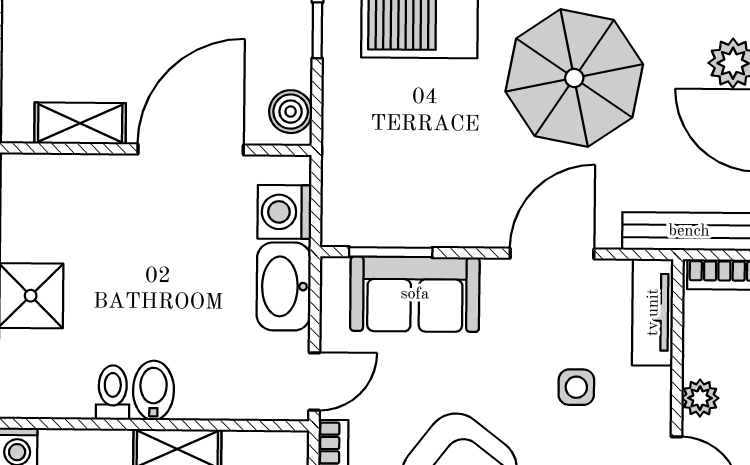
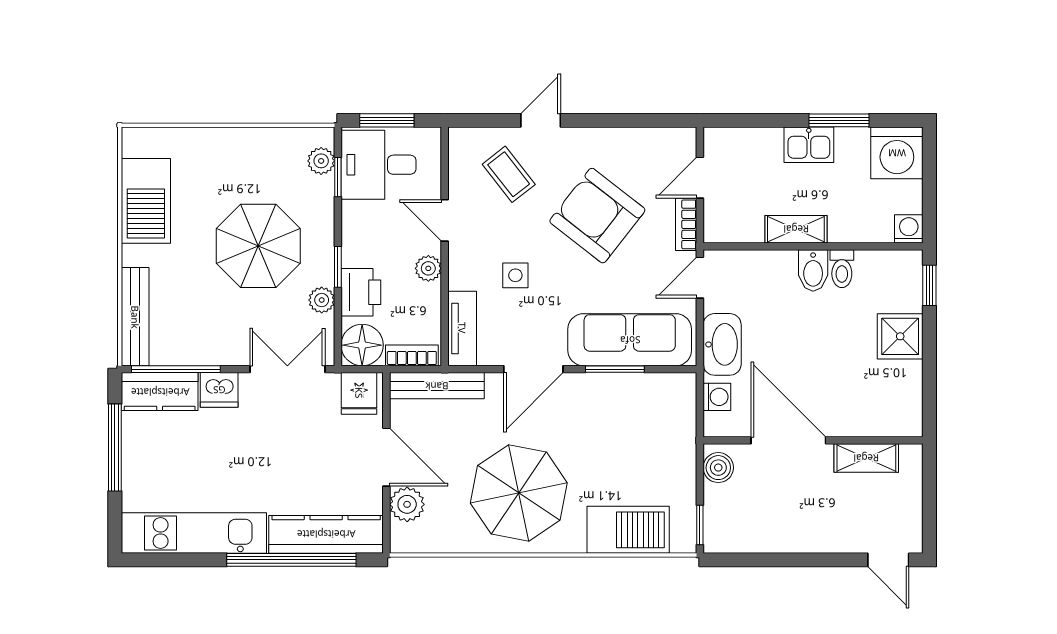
door: (191, 149) -> (788, 440), swing flipped
washing machine: (284, 212) -> (717, 397), width x0.73, depth x0.73
window: (391, 252) -> (615, 369), moved
sofa: (415, 294) -> (630, 340), width x1.36

